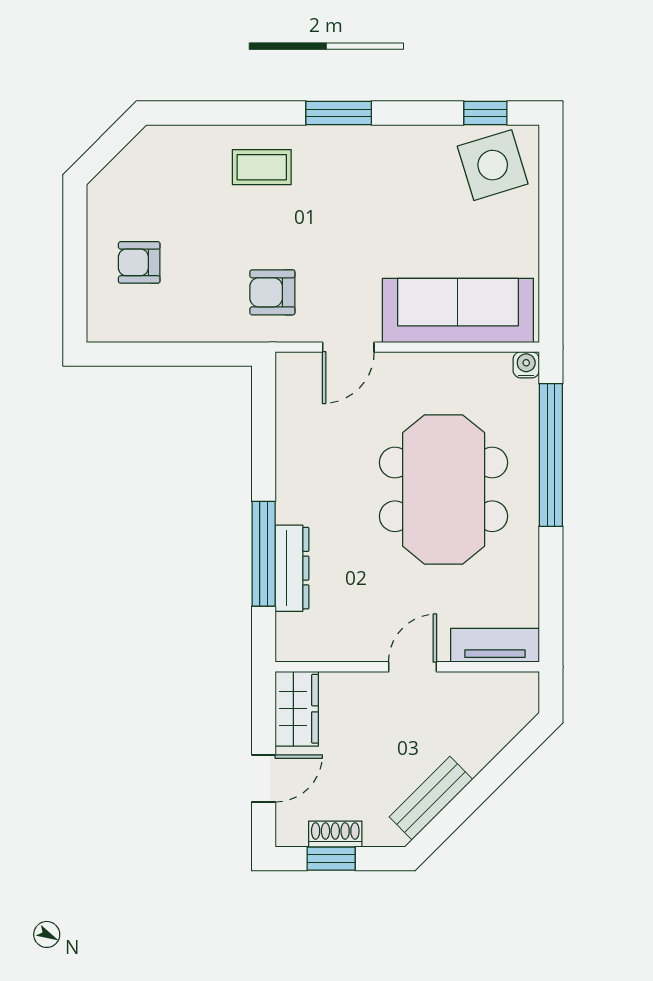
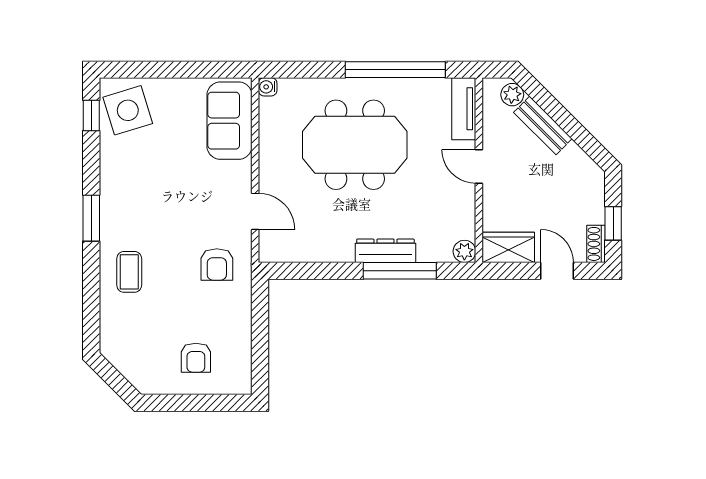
sofa: (458, 310) -> (229, 121), width x0.73
window: (551, 455) -> (395, 70), moved
dresser: (292, 568) -> (385, 251), moved
plant: (291, 646) -> (464, 251), added
plant: (515, 714) -> (512, 95), added
bench: (431, 798) -> (543, 126), moved
shoe rack: (335, 834) -> (596, 244), moved

